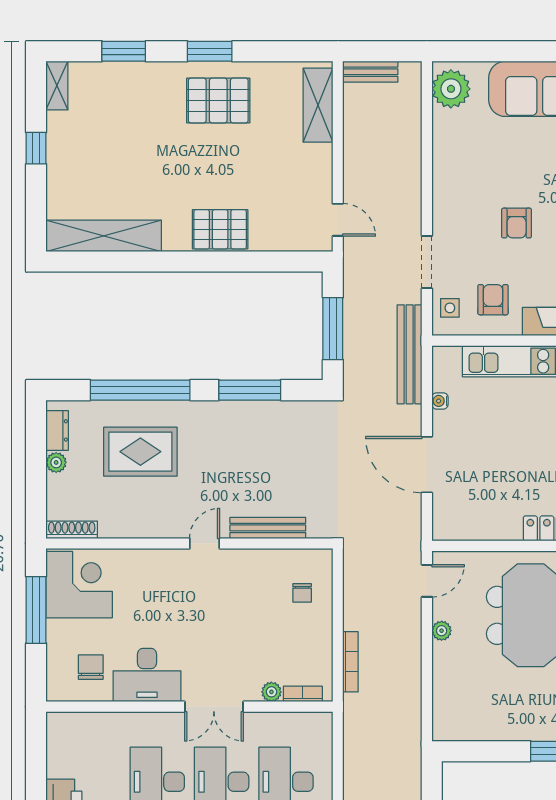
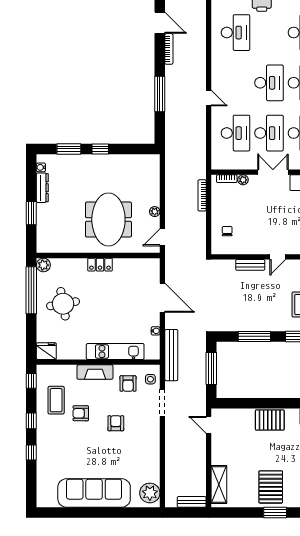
pallet: (218, 101) -> (271, 487), turned 90
bench: (268, 528) -> (250, 265), width x0.73

